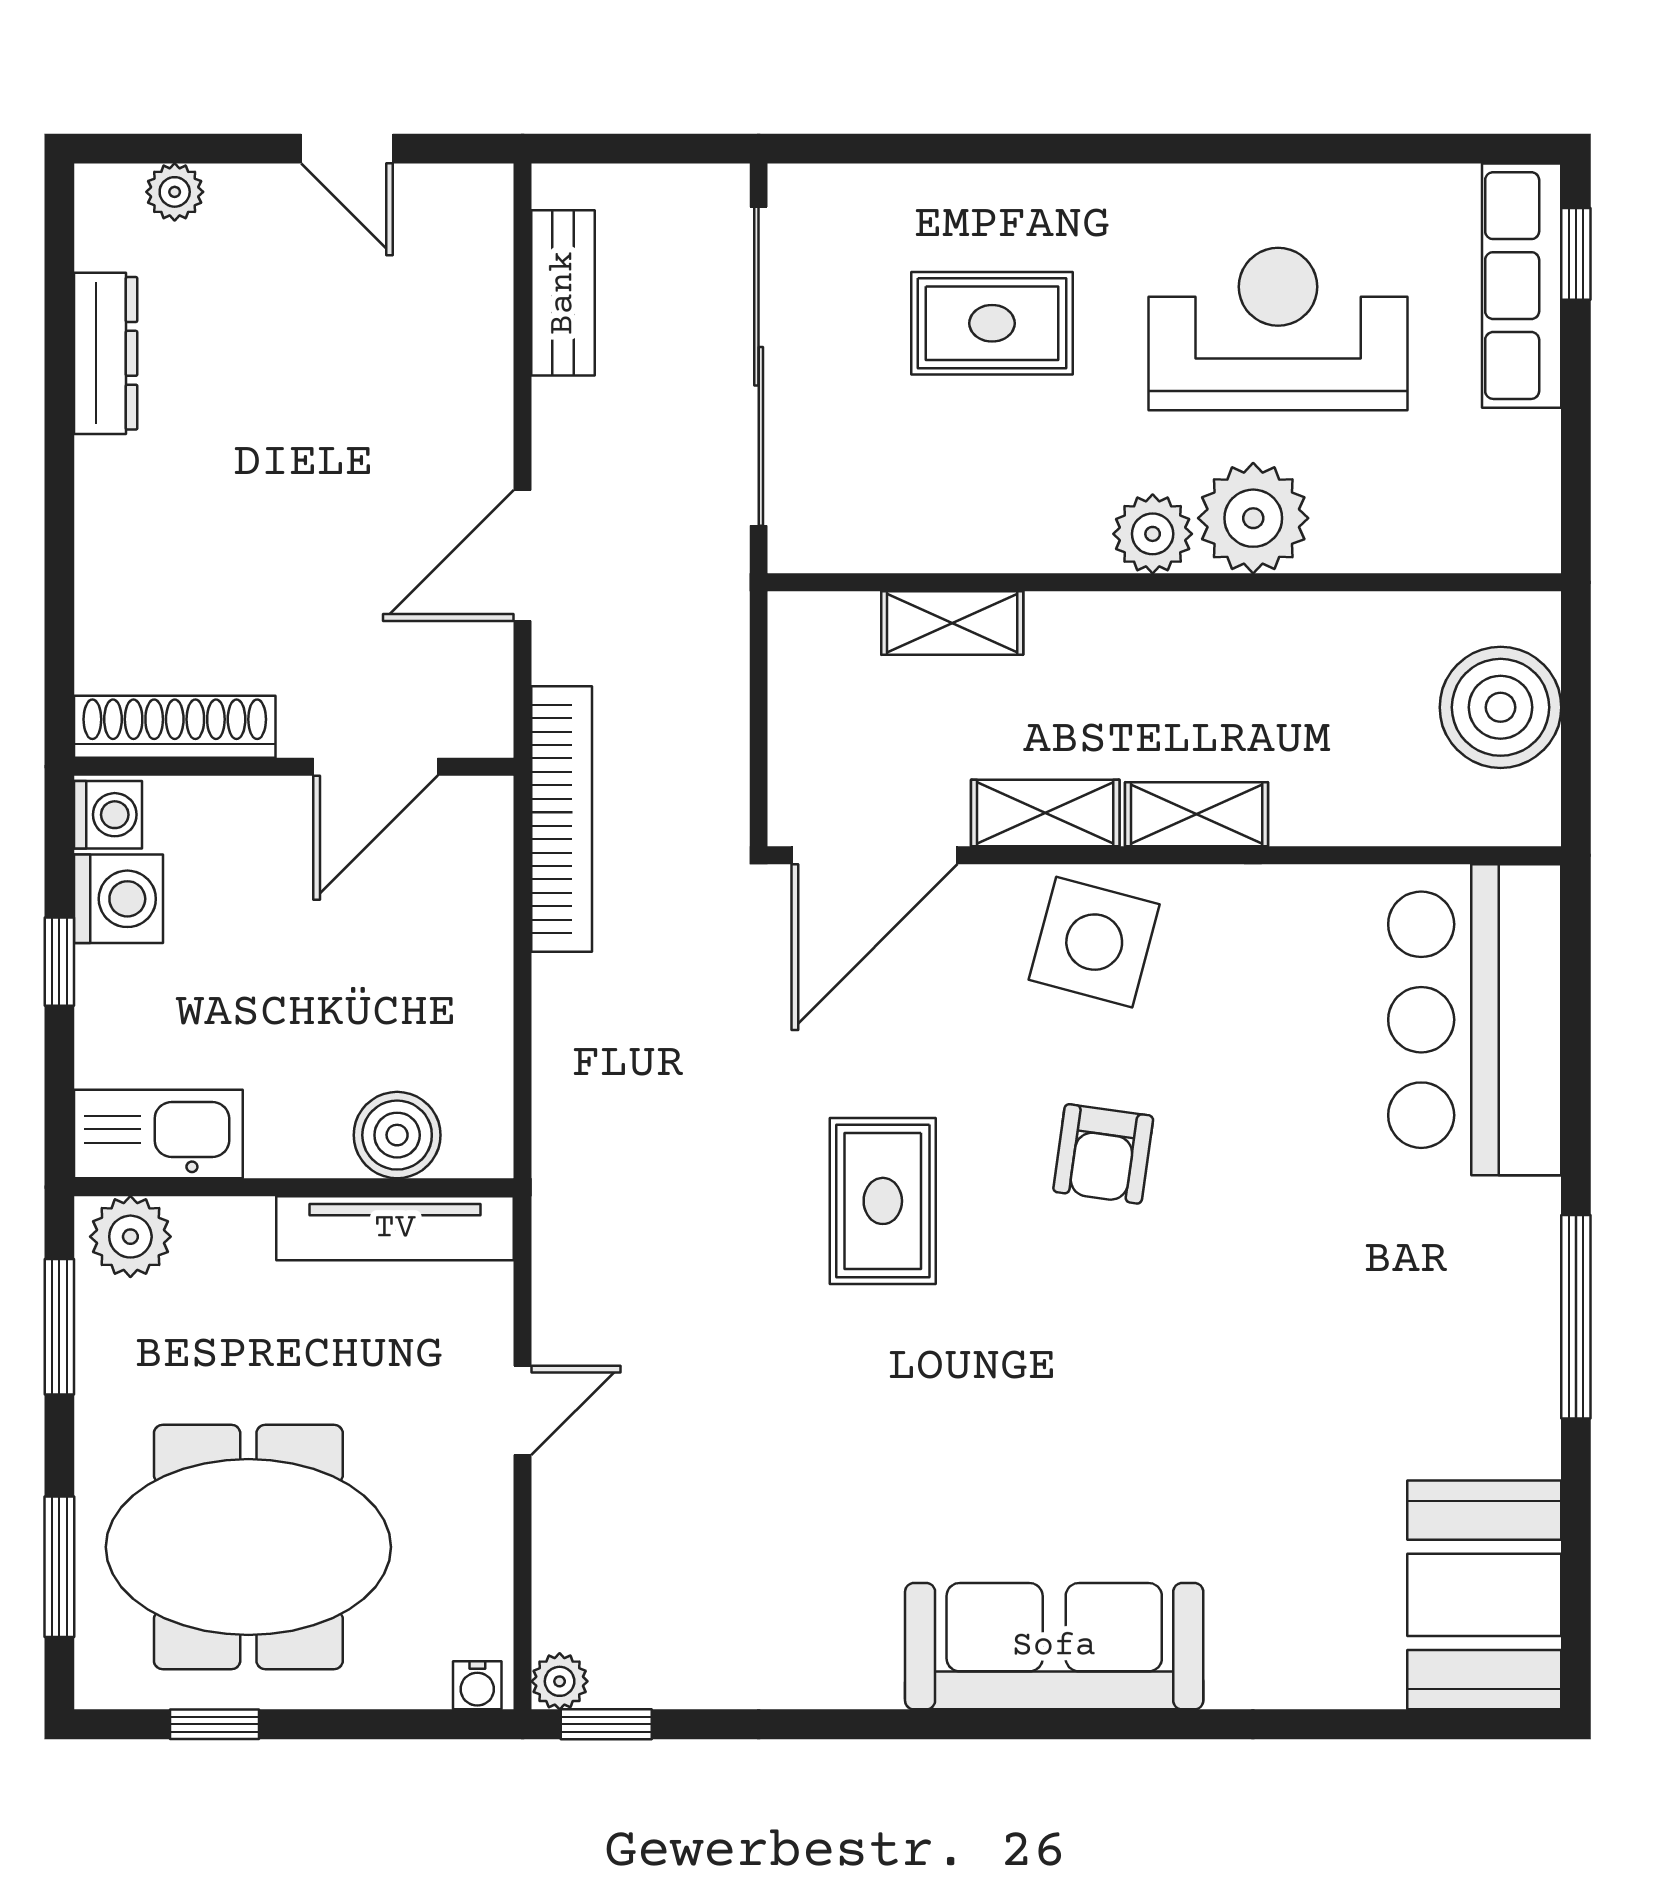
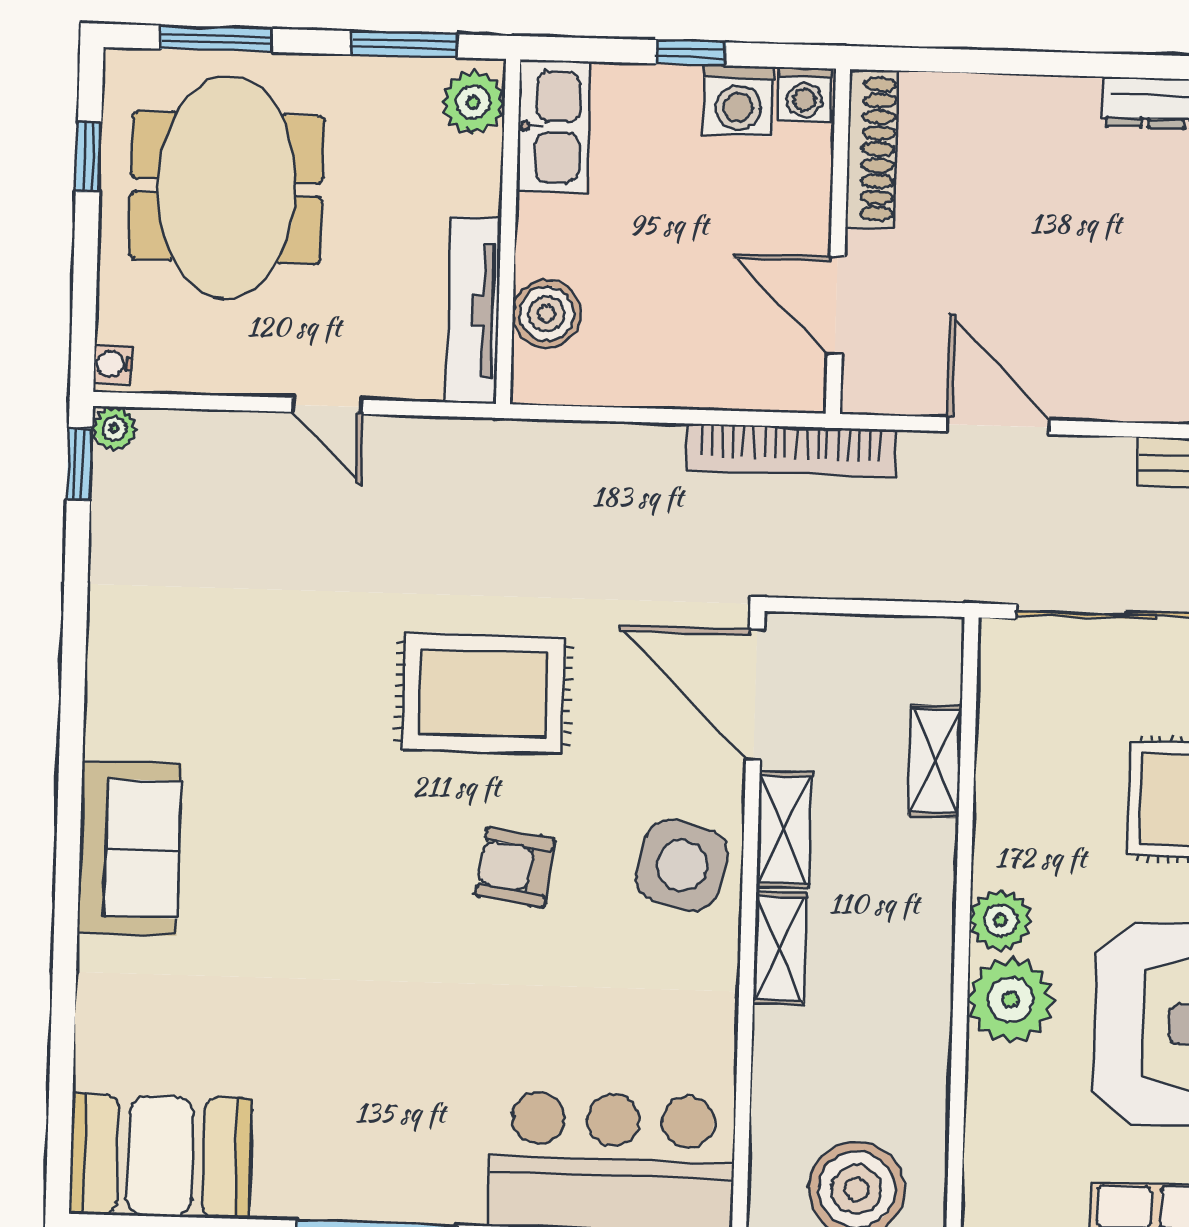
rug: (883, 1201) -> (484, 693), width x1.36, depth x1.43
sofa: (1054, 1646) -> (129, 848), width x0.73

